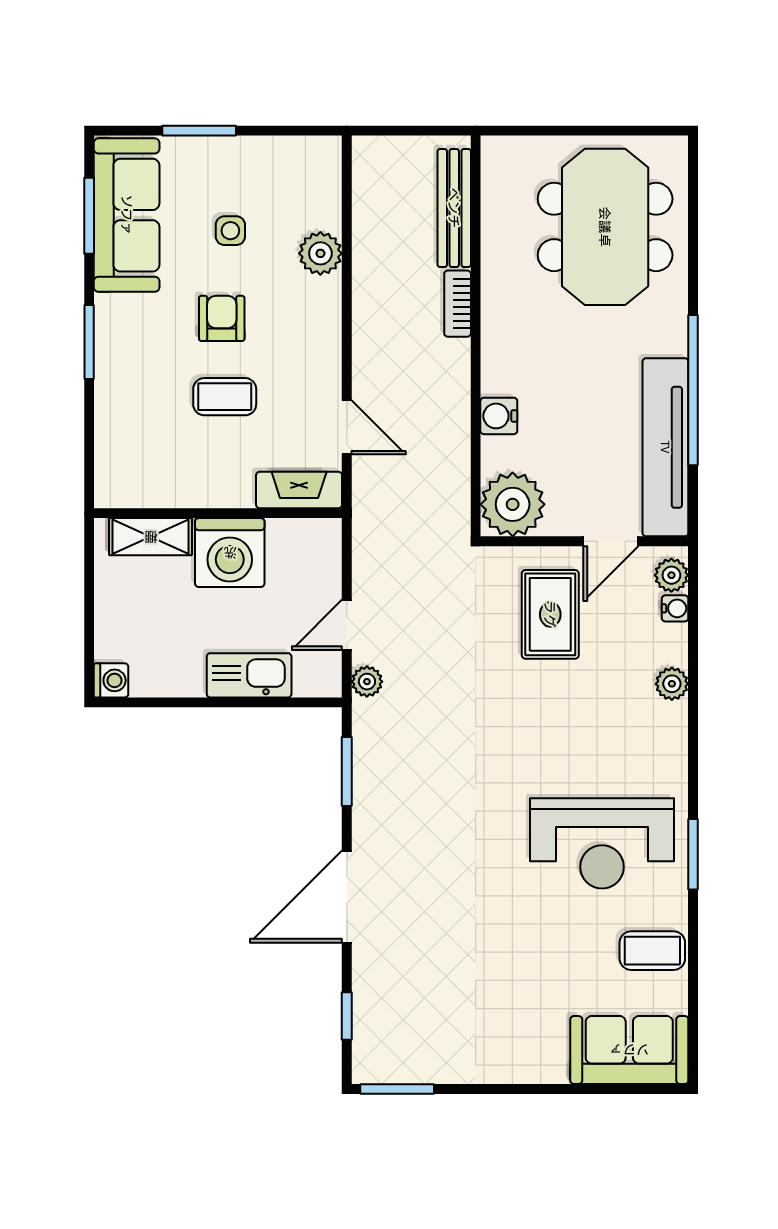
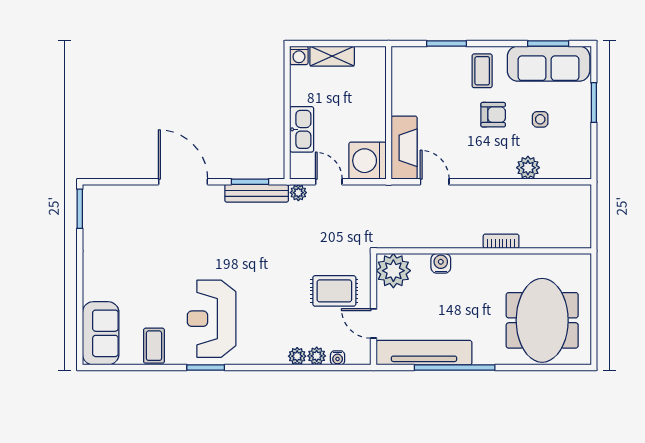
bench: (454, 208) -> (257, 193), moved
meeting table: (605, 227) -> (542, 320), turned 90
window: (89, 342) -> (447, 44), moved
coffee table: (225, 397) -> (482, 71), moved
door: (347, 427) -> (435, 182), swing flipped
fireplace: (299, 490) -> (404, 148), width x1.37, depth x1.32
shelving: (151, 537) -> (332, 56), moved, turned 90
washing machine: (230, 553) -> (368, 161), moved
plant: (671, 575) -> (317, 356), moved
window: (347, 1016) -> (119, 182), removed

